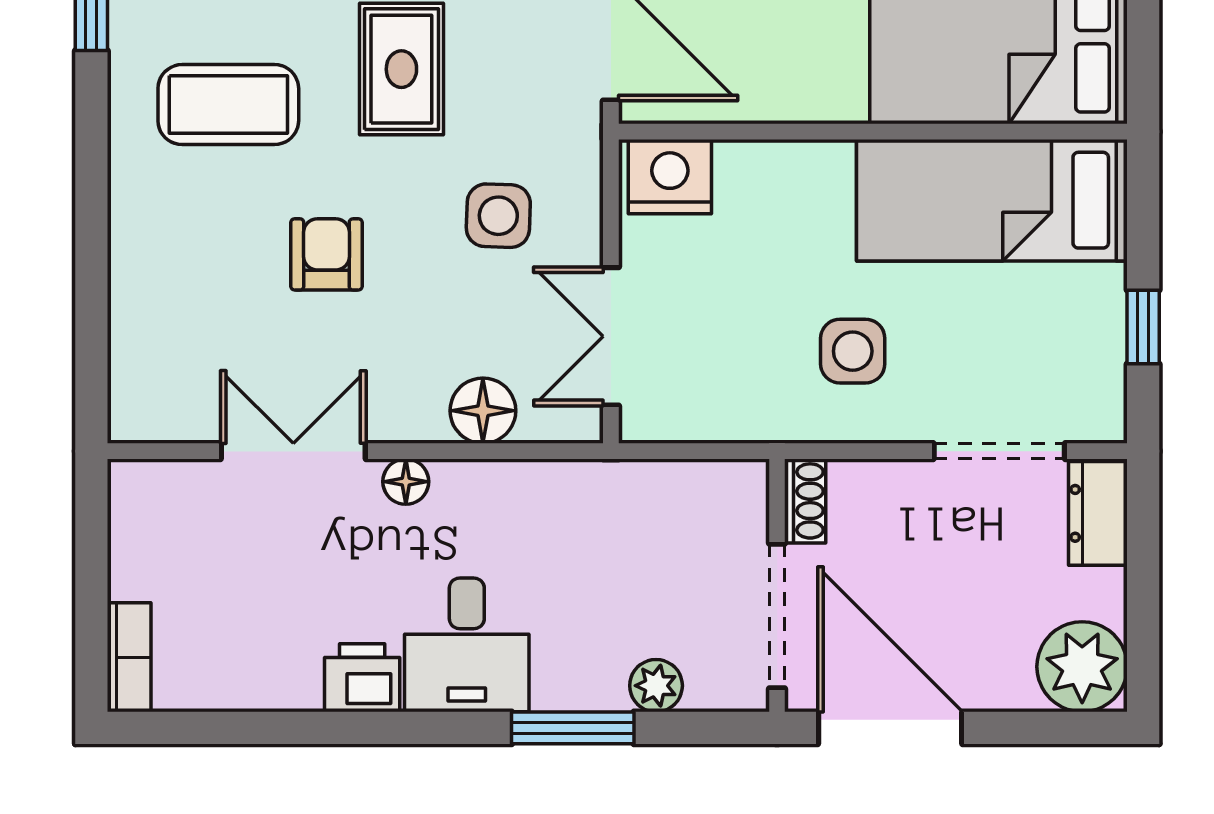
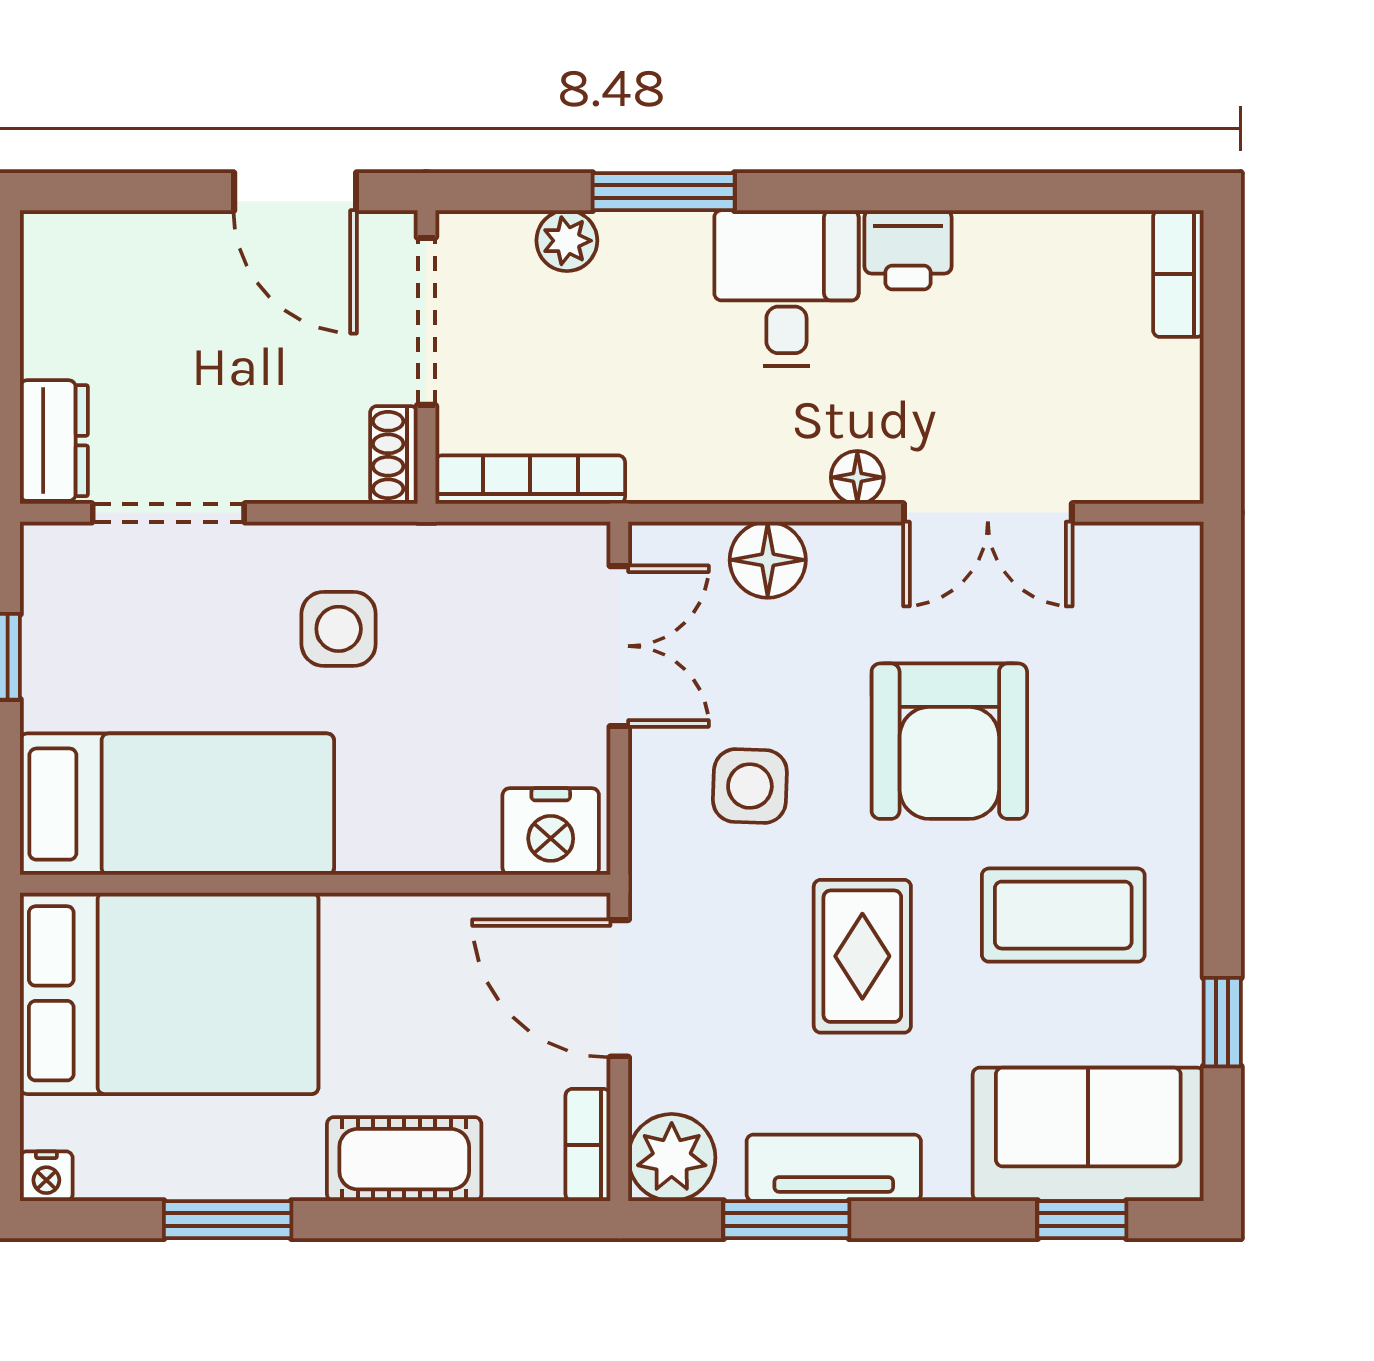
armchair: (326, 254) -> (949, 741), width x1.88, depth x1.88
bookcase: (688, 480) -> (530, 480), added
plant: (1082, 667) -> (72, 263), removed
door: (890, 728) -> (295, 192), width x0.73

